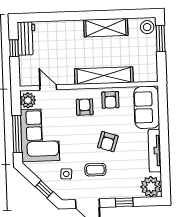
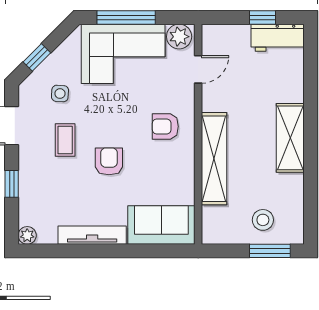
stool: (147, 27) -> (263, 220), moved
shelving: (106, 28) -> (290, 138), moved
armchair: (110, 100) -> (175, 168), removed
armchair: (85, 107) -> (165, 126), turned 180
armchair: (108, 142) -> (109, 161), turned 72
plant: (151, 187) -> (27, 235), width x0.53, depth x0.53

